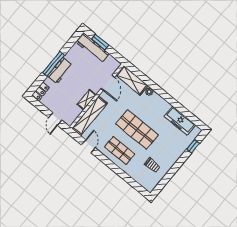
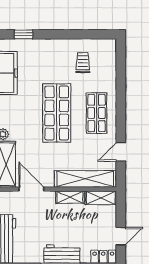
door: (108, 83) -> (31, 189), hinge flipped
shelving: (73, 116) -> (101, 198), added
door: (55, 119) -> (121, 236), moved

